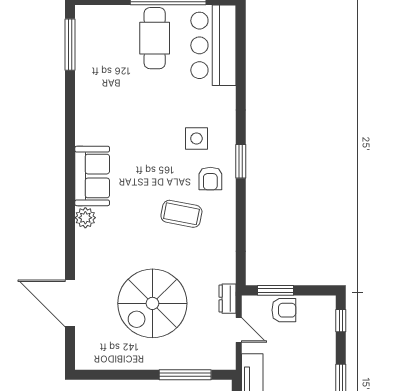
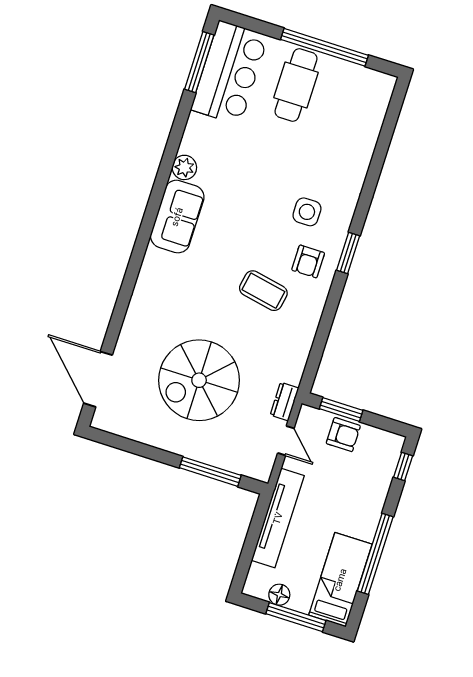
bar counter: (213, 45) -> (229, 73), moved, turned 180
plant: (85, 218) -> (184, 167), moved
door: (70, 303) -> (98, 379), moved

